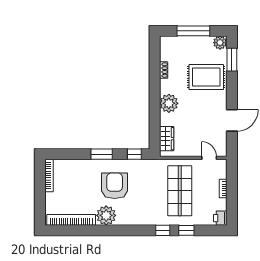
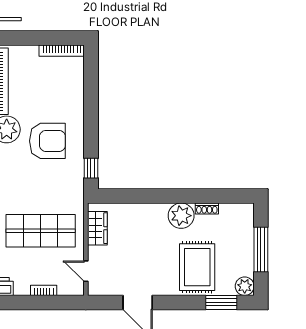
plant: (169, 103) -> (181, 216), moved
wardrobe: (167, 139) -> (97, 228), moved, turned -90
window: (102, 154) -> (91, 123), removed
door: (209, 158) -> (86, 271), swing flipped

